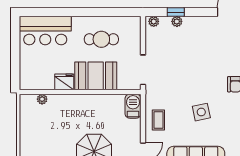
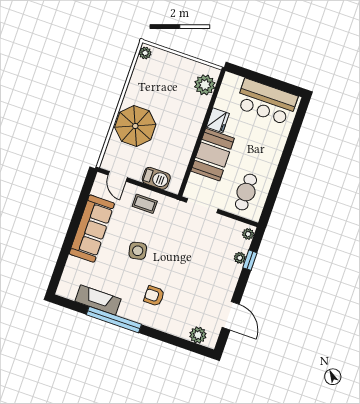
bar counter: (45, 31) -> (267, 102), moved, turned -90
cafe table: (101, 39) -> (246, 192), moved
plant: (42, 99) -> (205, 85), width x1.88, depth x1.88
barbecue: (133, 106) -> (156, 178), moved

